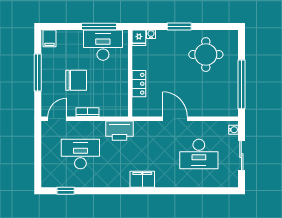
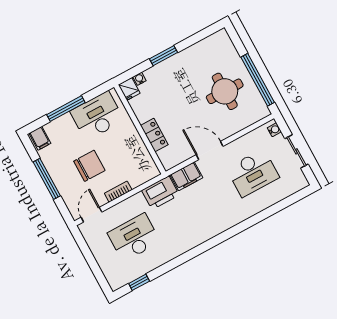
window: (99, 26) -> (66, 109), moved
round table: (206, 55) -> (225, 91), moved
filing cabinet: (142, 179) -> (186, 176), moved, turned 180

